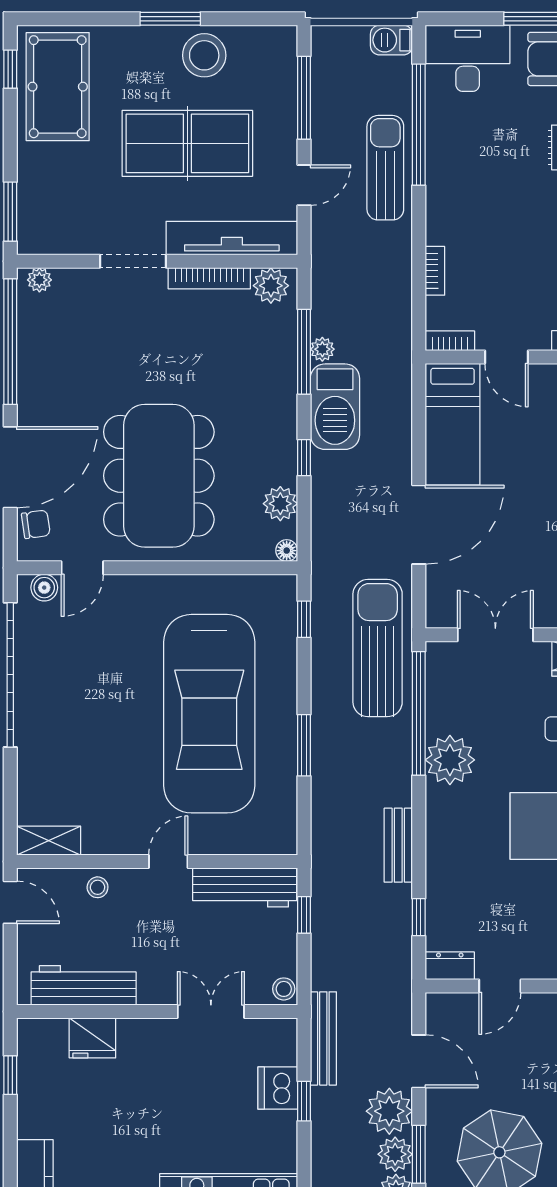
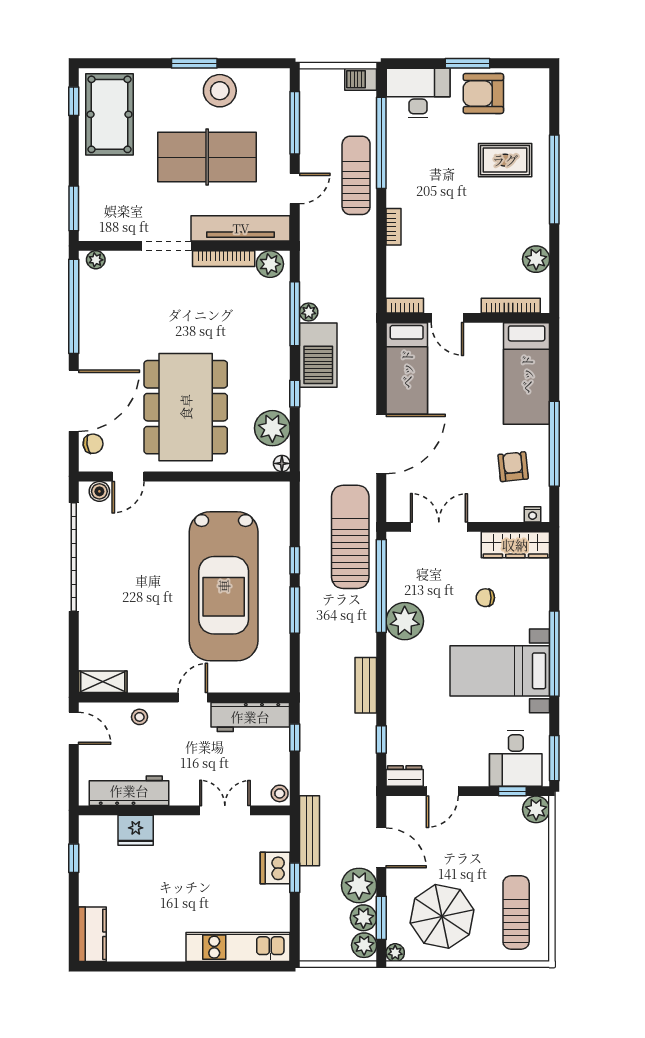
bookcase: (435, 271) -> (393, 227), moved
plant: (280, 504) -> (272, 428), width x1.36, depth x1.36
window: (304, 619) -> (295, 560), moved

